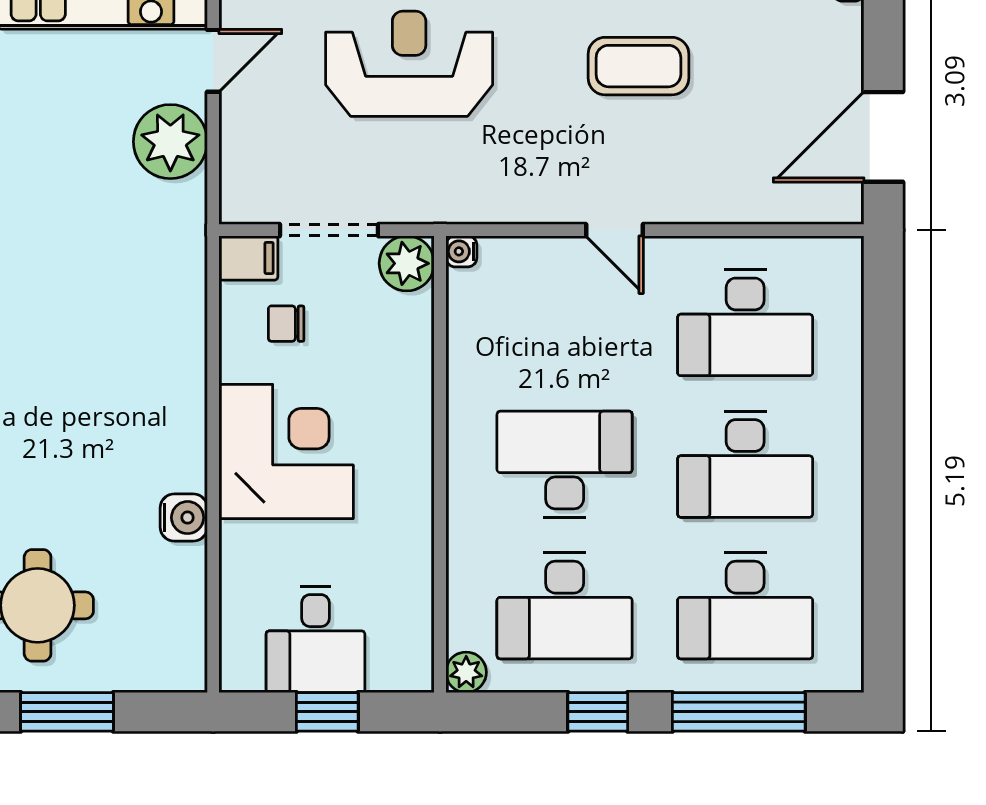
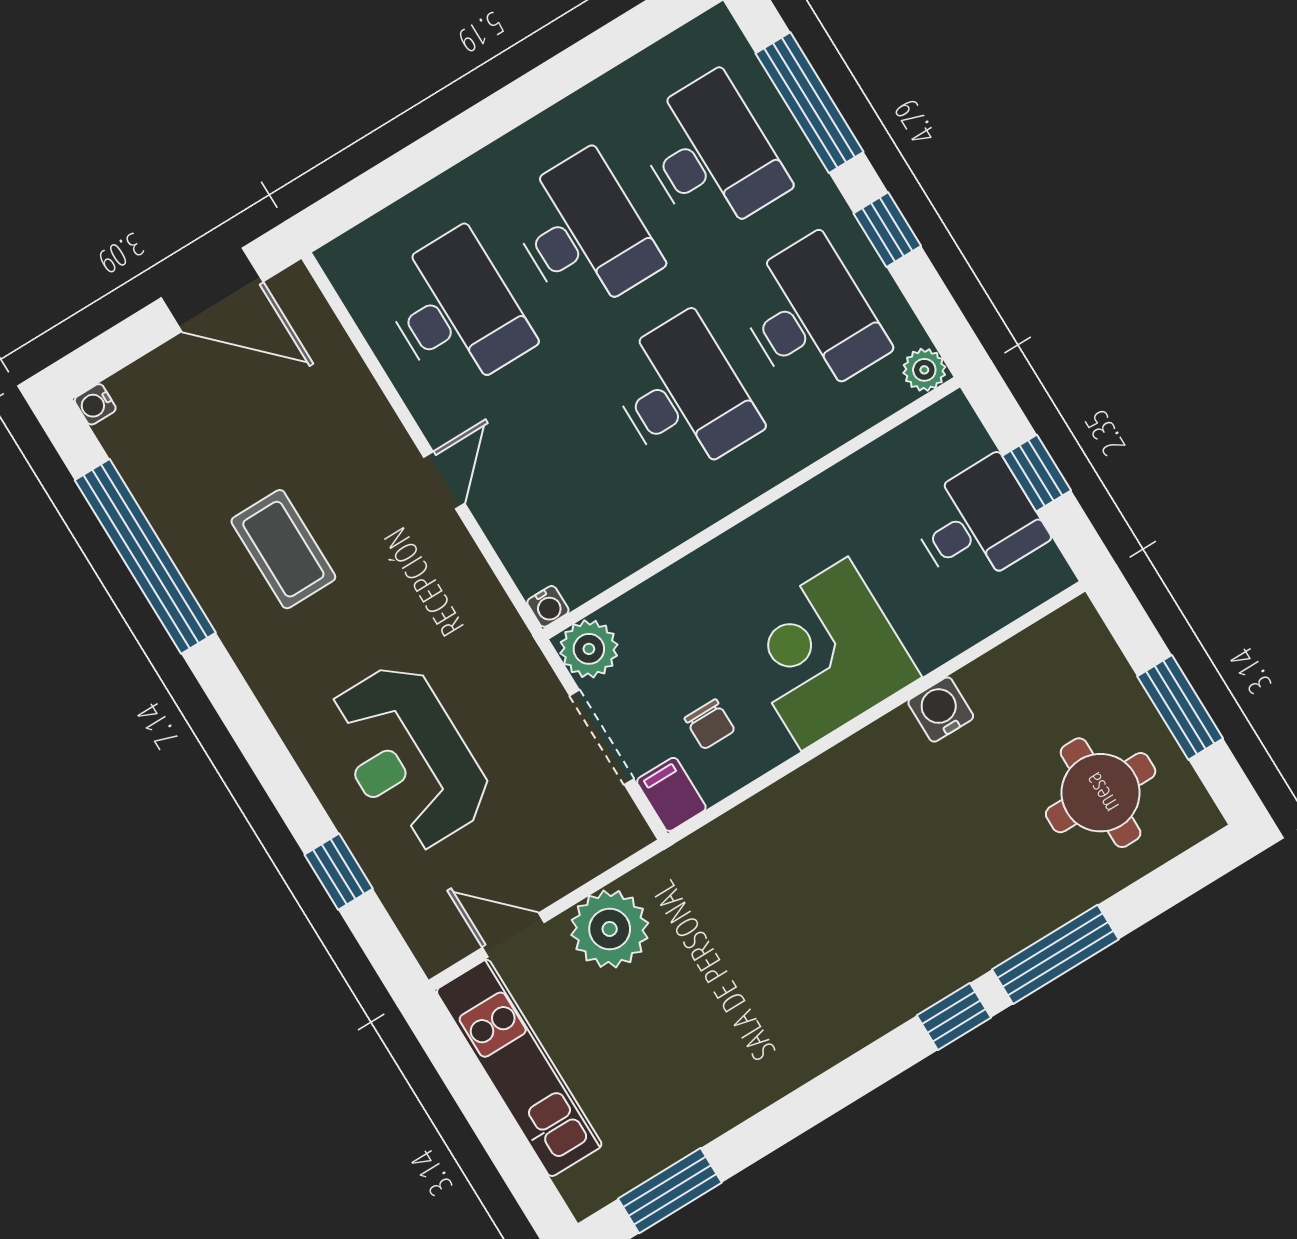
desk: (565, 464) -> (683, 396), turned 180

